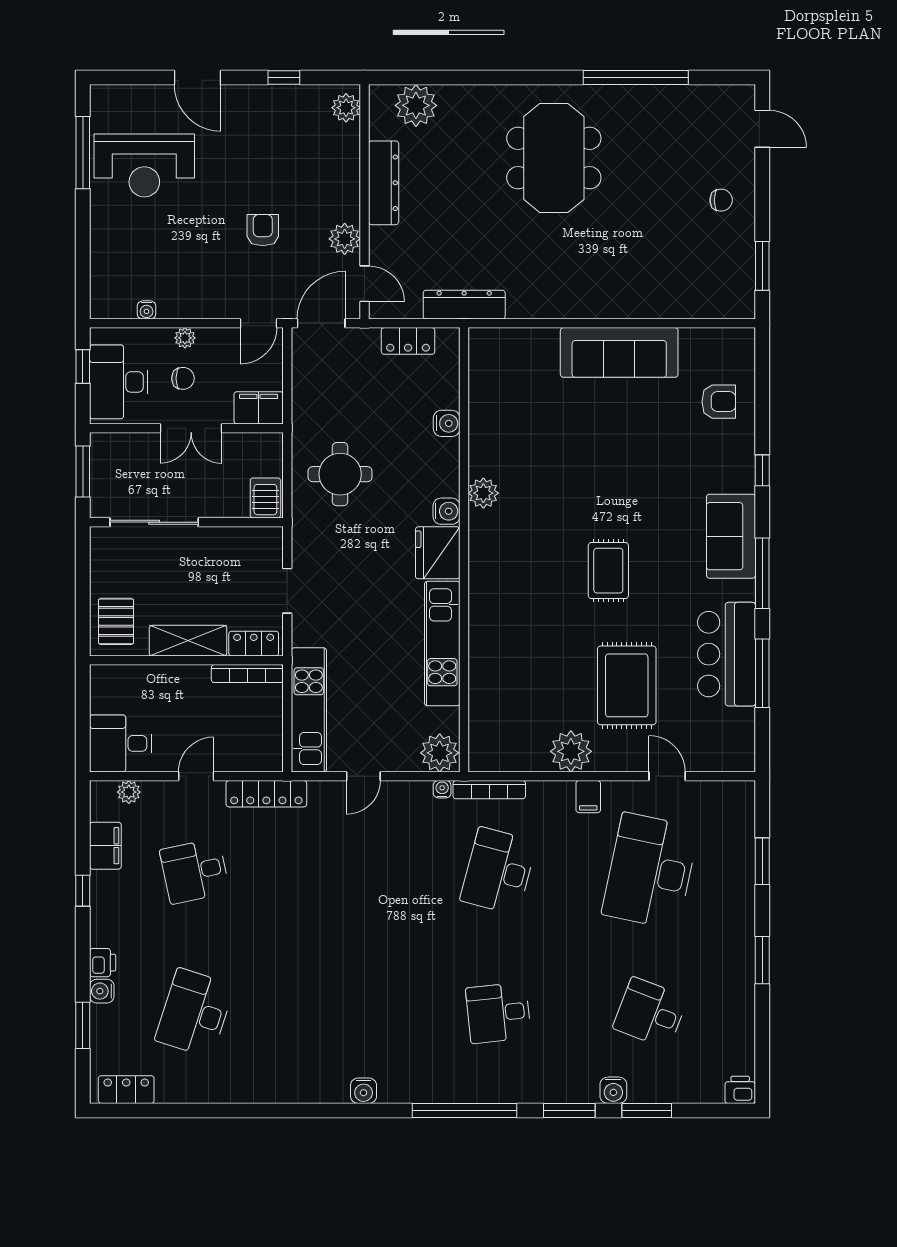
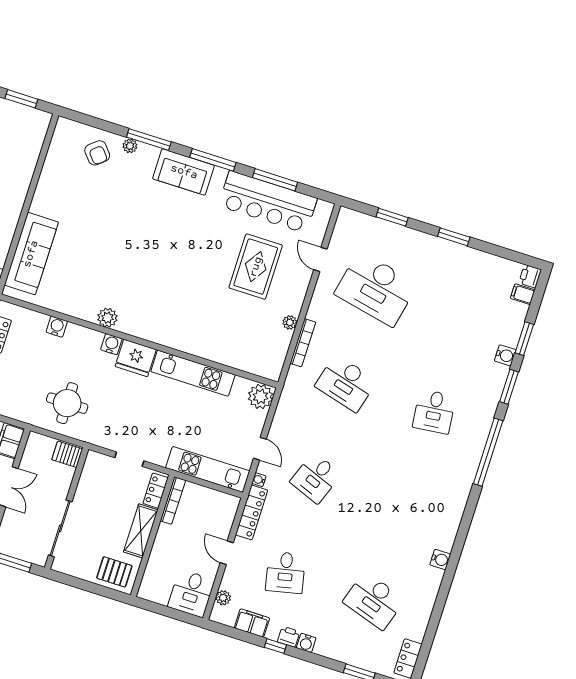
sofa: (619, 352) -> (31, 254), moved
armchair: (719, 402) -> (97, 153), turned 140
plant: (744, 446) -> (130, 146), added
window: (762, 470) -> (149, 139), width x2.17
rug: (608, 571) -> (181, 255), removed
bar counter: (726, 654) -> (268, 202), width x1.36
rug: (627, 685) -> (256, 267), turned 90
plant: (571, 751) -> (290, 322), width x0.53, depth x0.53
door: (667, 776) -> (320, 259), hinge flipped
water cooler: (442, 789) -> (259, 480), moved
bookcase: (489, 790) -> (303, 343), moved
filing cabinet: (588, 797) -> (523, 294), moved, turned 180
printer: (103, 963) -> (289, 637), moved
water cooler: (102, 991) -> (306, 643), moved
desk: (650, 1013) -> (316, 478), moved
water cooler: (364, 1091) -> (440, 559), moved

